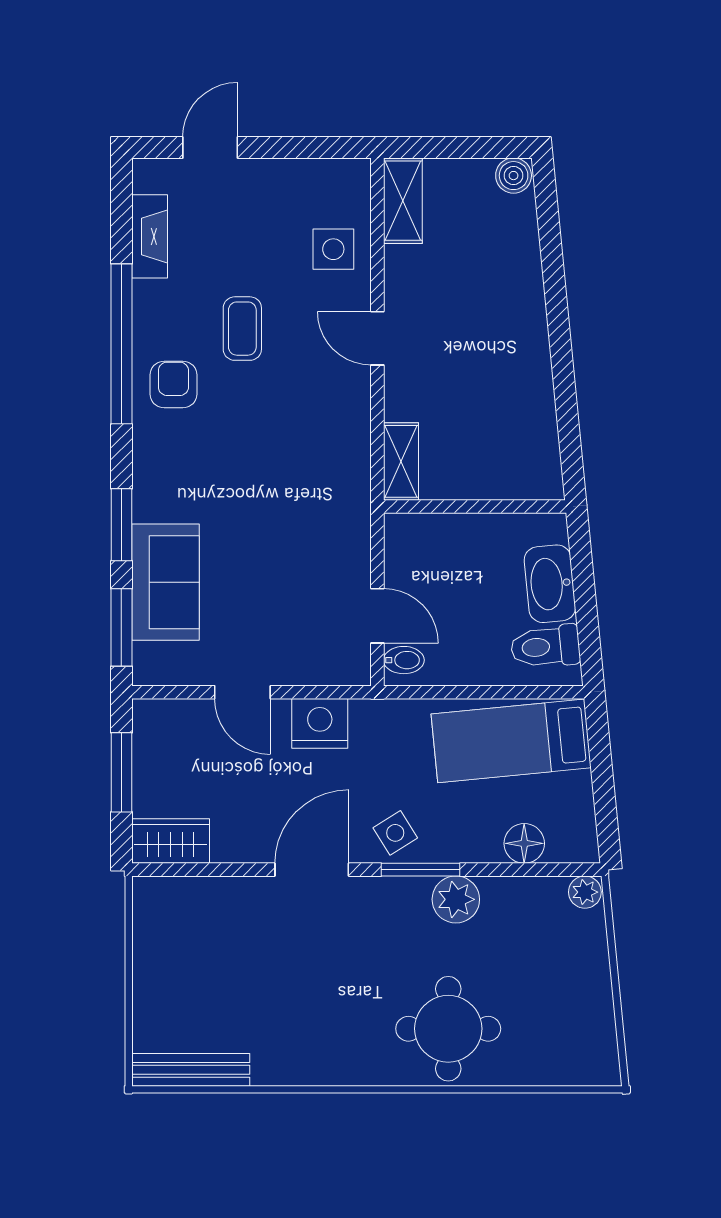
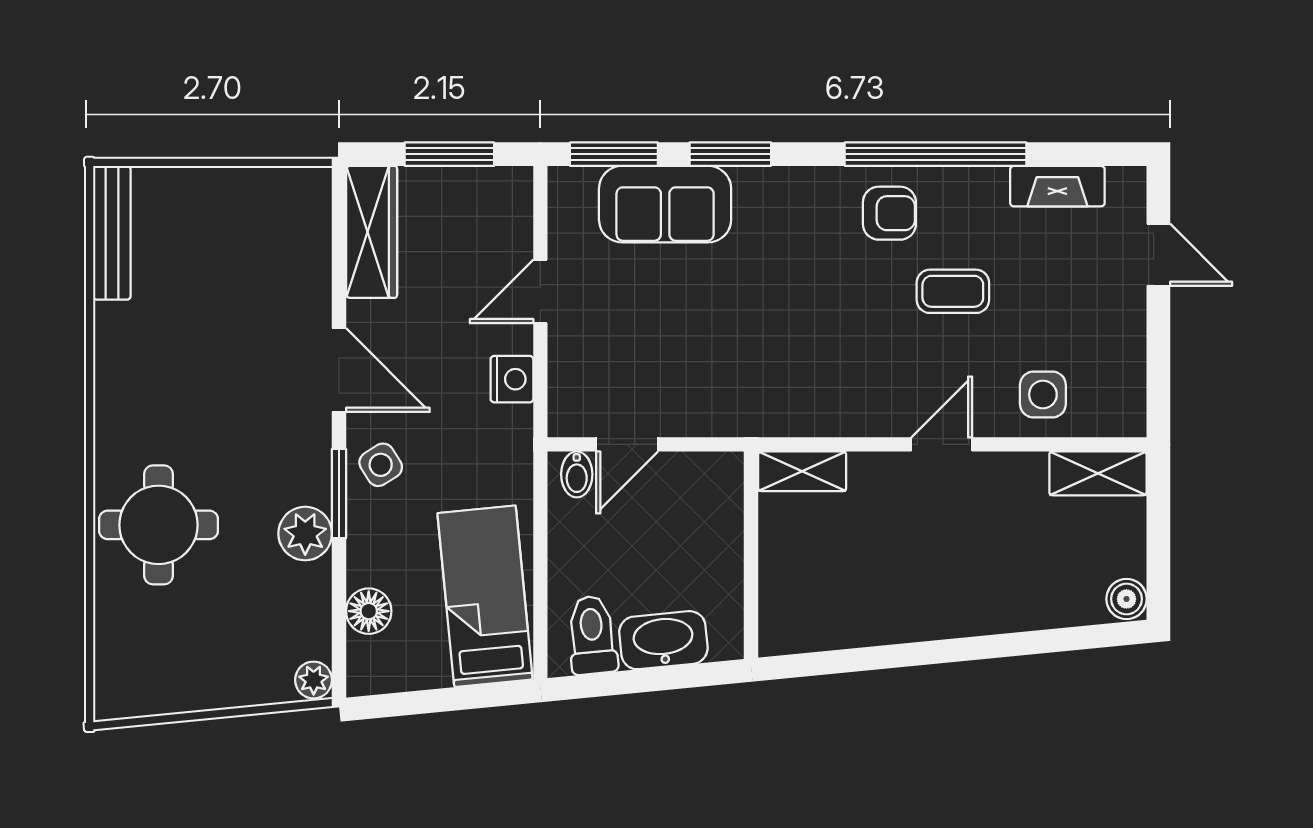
nightstand: (320, 723) -> (512, 379), width x0.74, depth x0.75
wardrobe: (171, 841) -> (372, 232), width x1.50

